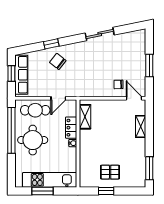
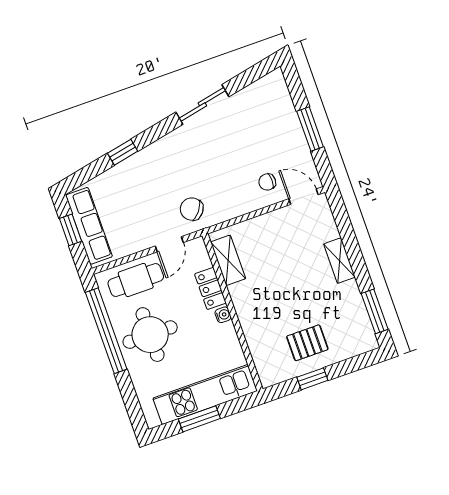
chair: (58, 61) -> (192, 209), moved
shelving: (141, 127) -> (339, 261), moved

